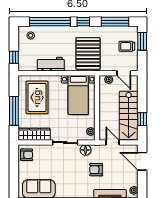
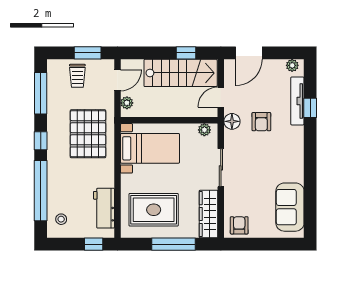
window: (142, 41) -> (88, 53), moved
pallet: (88, 53) -> (88, 134), turned 90
workbench: (51, 64) -> (104, 208), moved
floor lamp: (86, 150) -> (232, 121), moved

